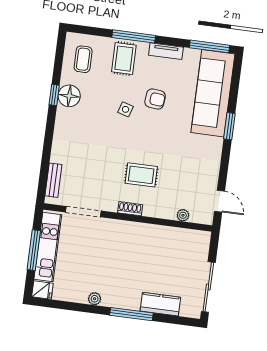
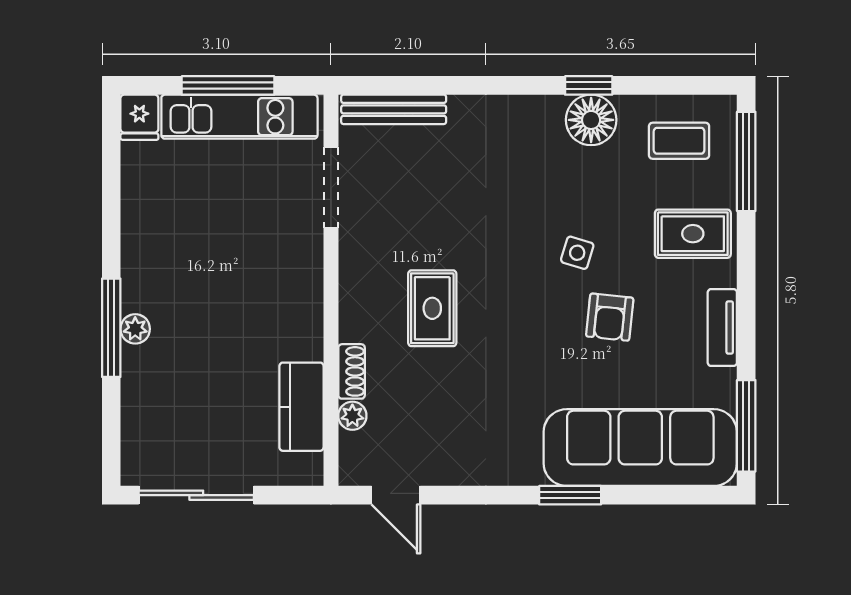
window: (134, 36) -> (746, 161), moved
bench: (53, 180) -> (394, 109), width x1.36
door: (220, 201) -> (396, 495), hinge flipped
shoe rack: (130, 209) -> (352, 371), moved
plant: (95, 299) -> (135, 329), moved
kitchen counter: (160, 304) -> (301, 407), moved, turned 180

